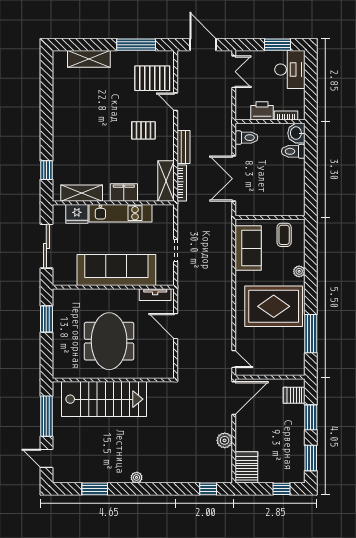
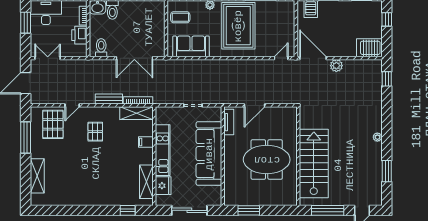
filing cabinet: (124, 192) -> (146, 142), width x0.50
plant: (225, 440) -> (336, 66), moved

